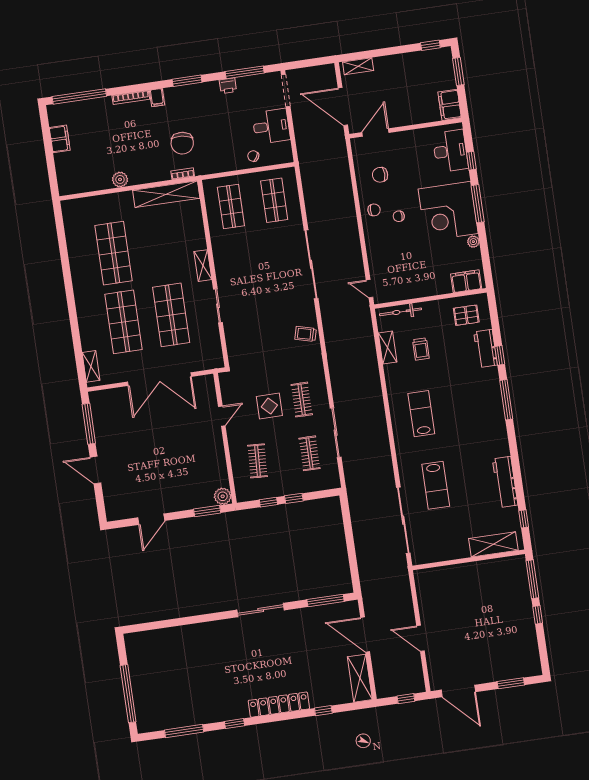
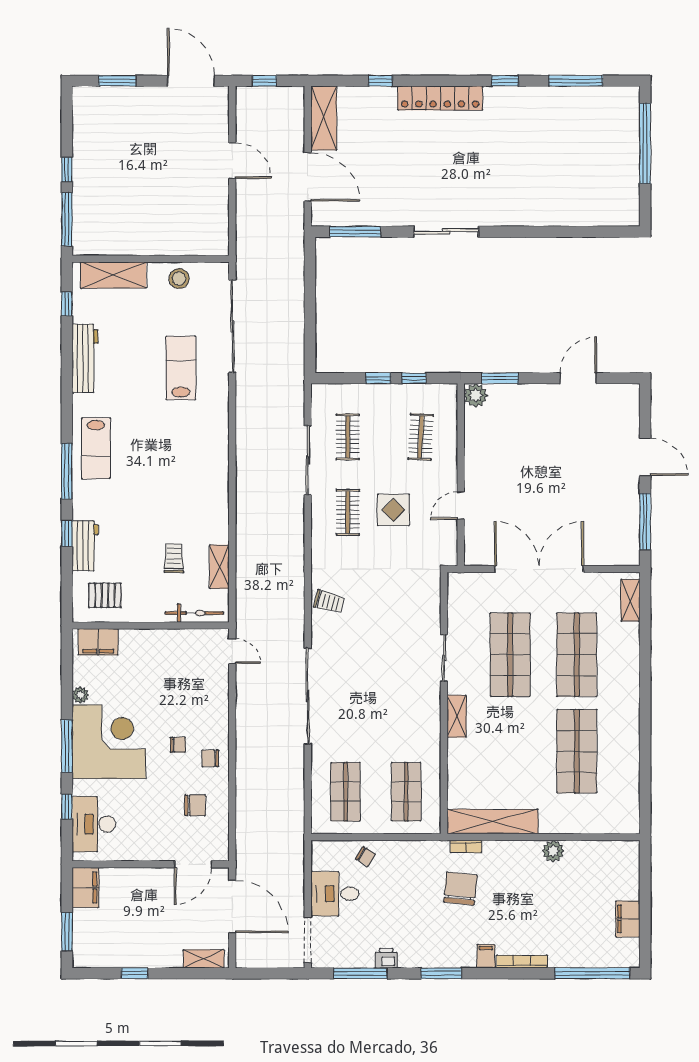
window: (430, 45) -> (135, 973), moved
lab bench: (421, 414) -> (96, 448), moved
stool: (446, 549) -> (179, 279), added

